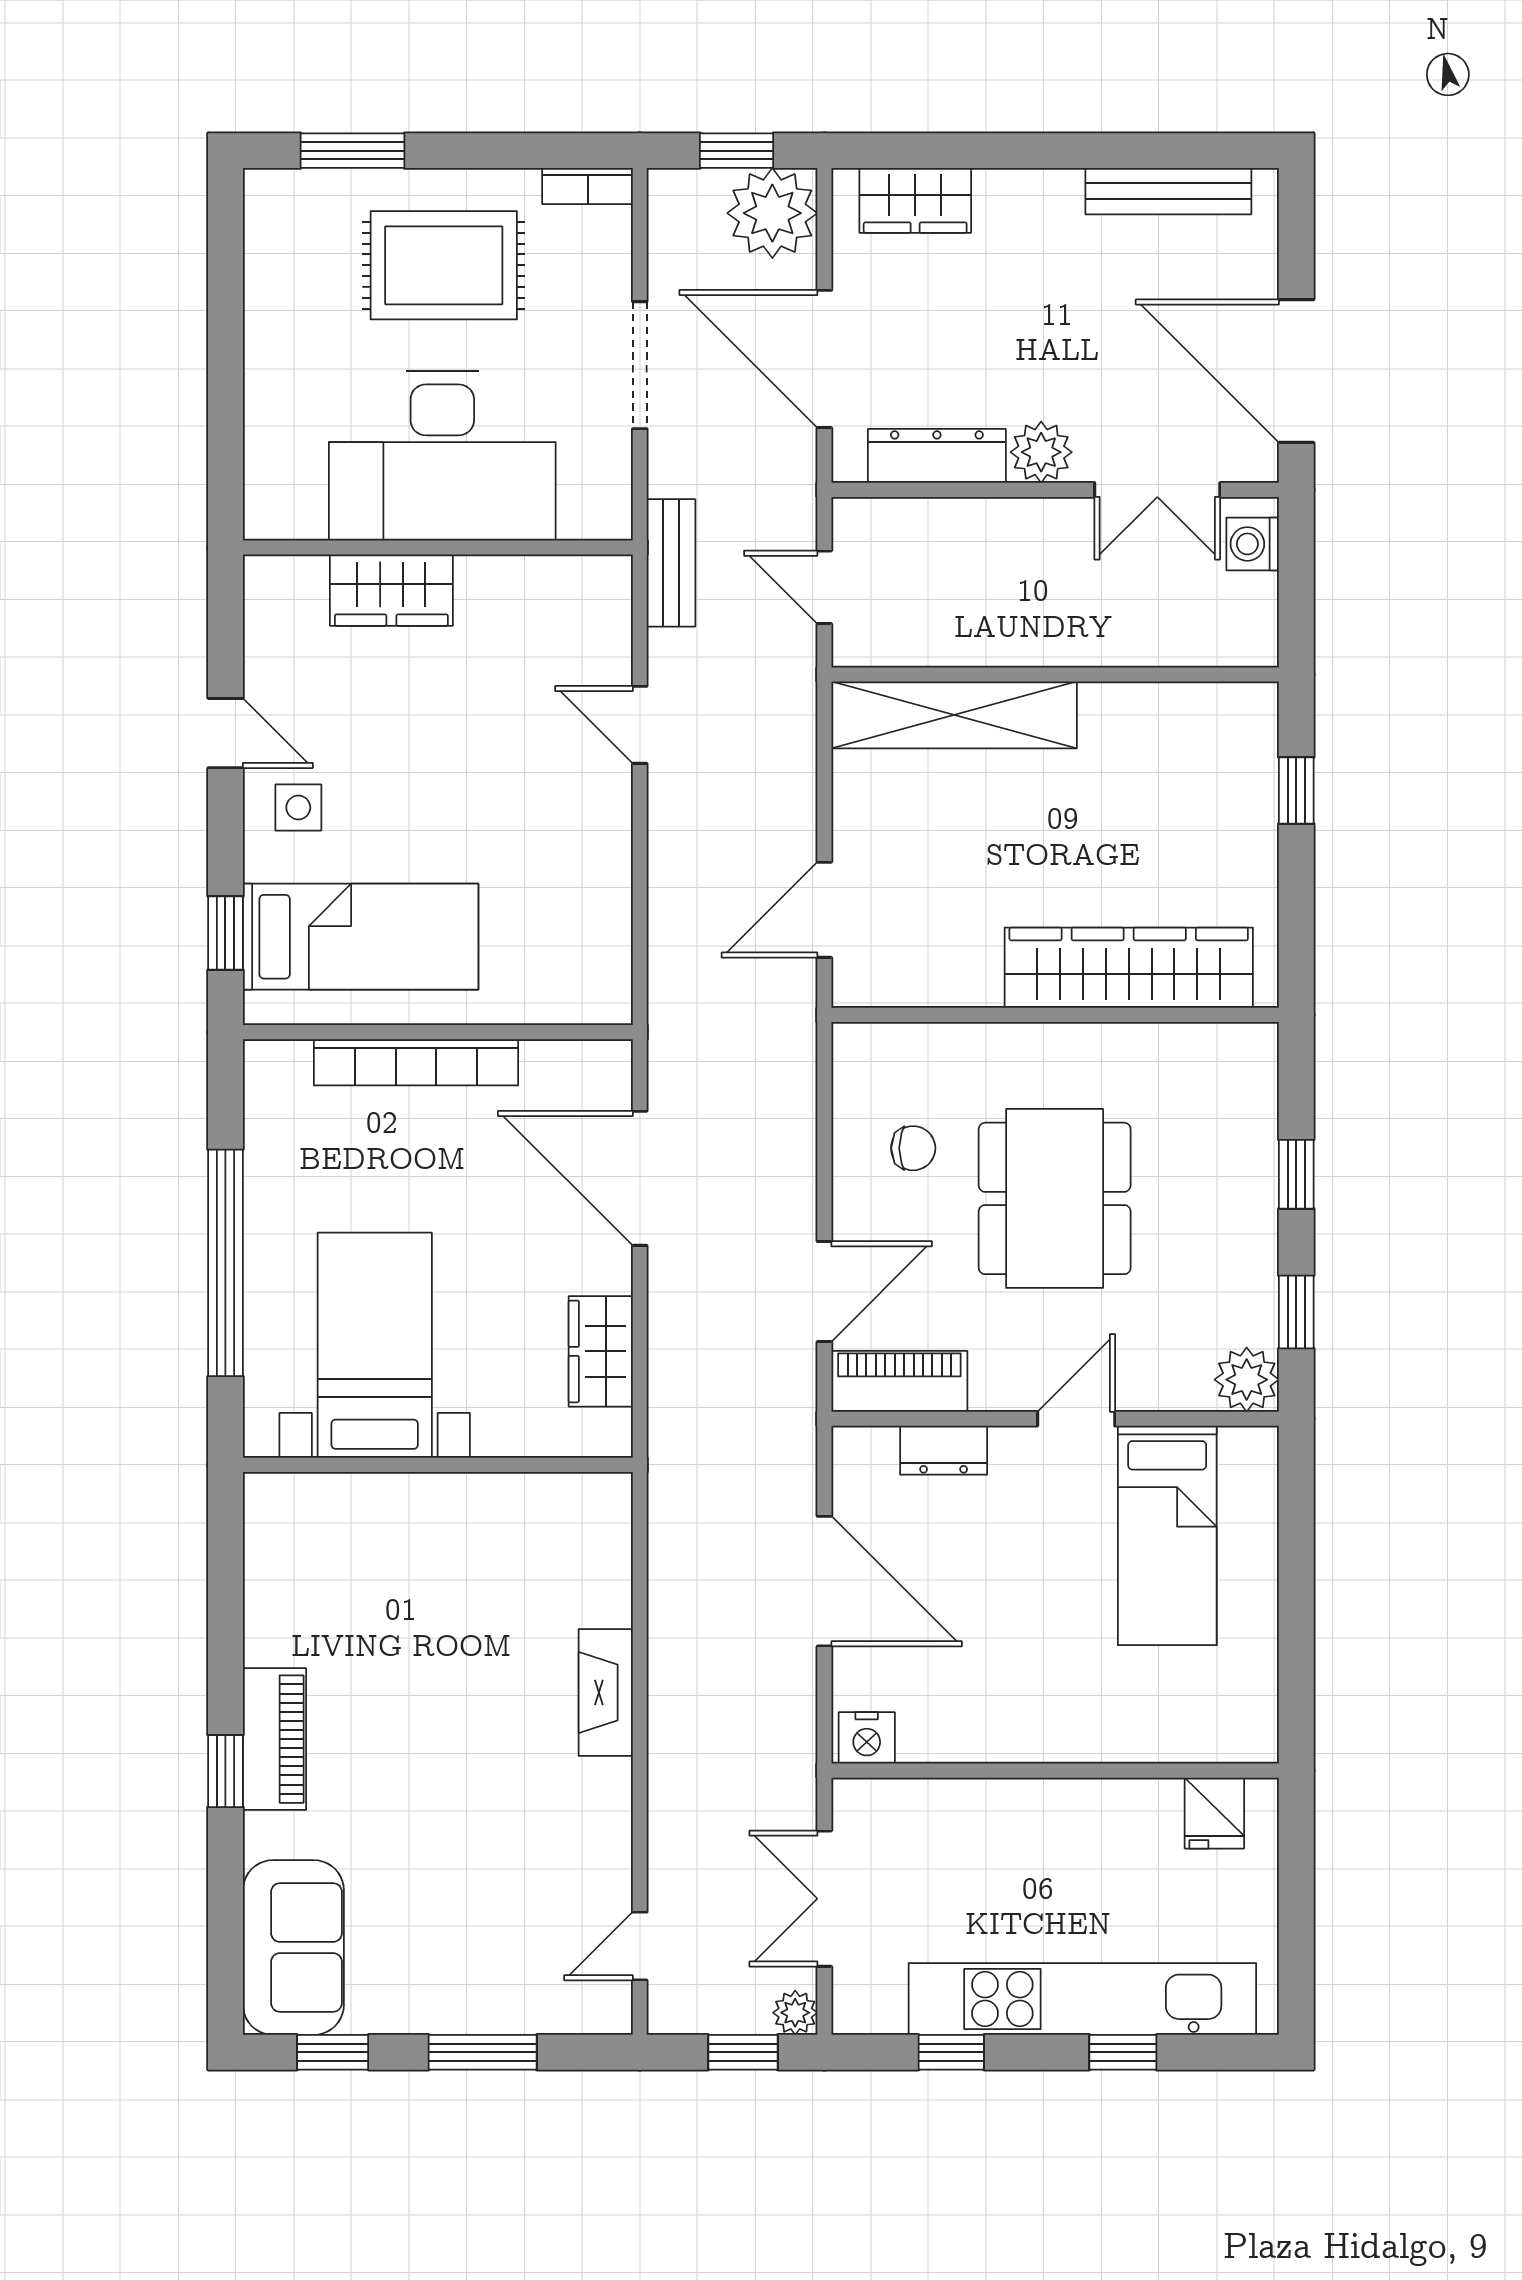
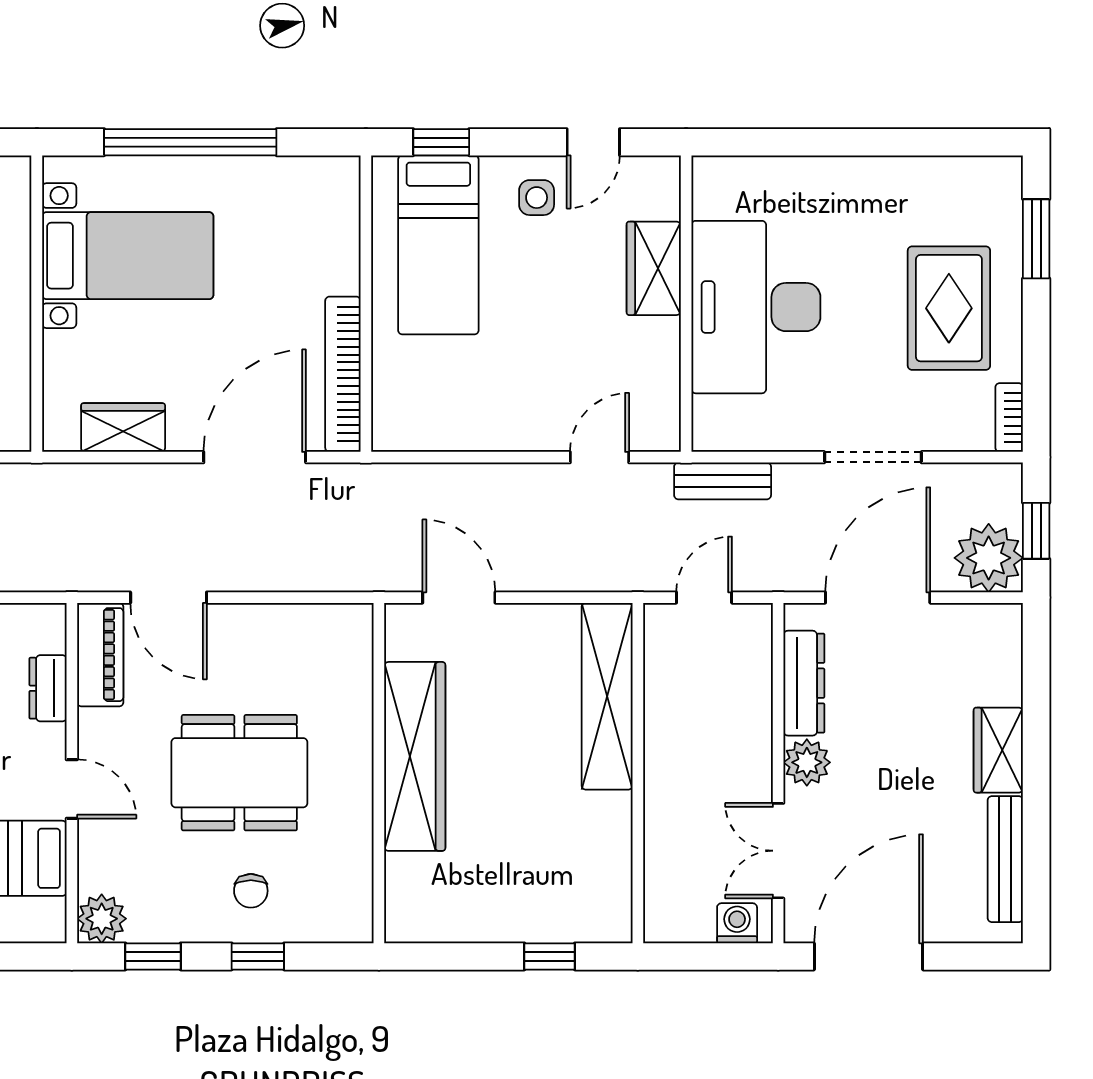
wardrobe: (915, 200) -> (998, 750), moved
desk: (442, 456) -> (756, 307), moved
wall: (438, 548) -> (686, 304), moved
wardrobe: (391, 590) -> (654, 268), moved
wardrobe: (1129, 968) -> (415, 756), moved
bookcase: (416, 1062) -> (343, 374), moved
chair: (913, 1148) -> (251, 891), moved

